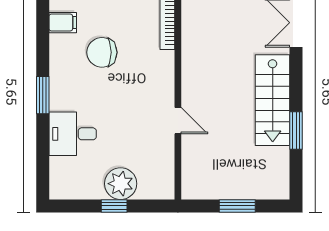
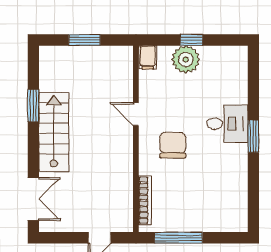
filing cabinet: (63, 23) -> (148, 57), moved, turned -90
chair: (102, 52) -> (173, 145), moved, turned -90
desk: (73, 134) -> (227, 124), moved

